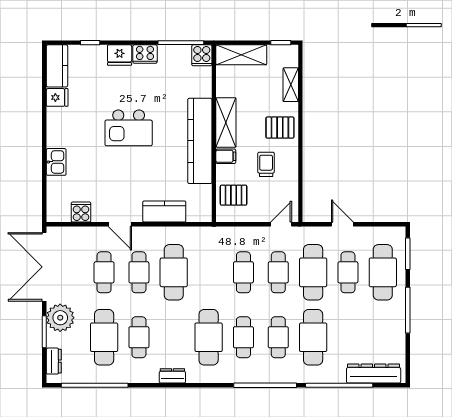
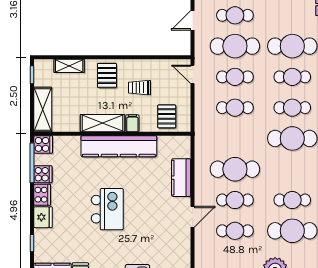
cooker: (81, 212) -> (43, 174), moved, turned 180

